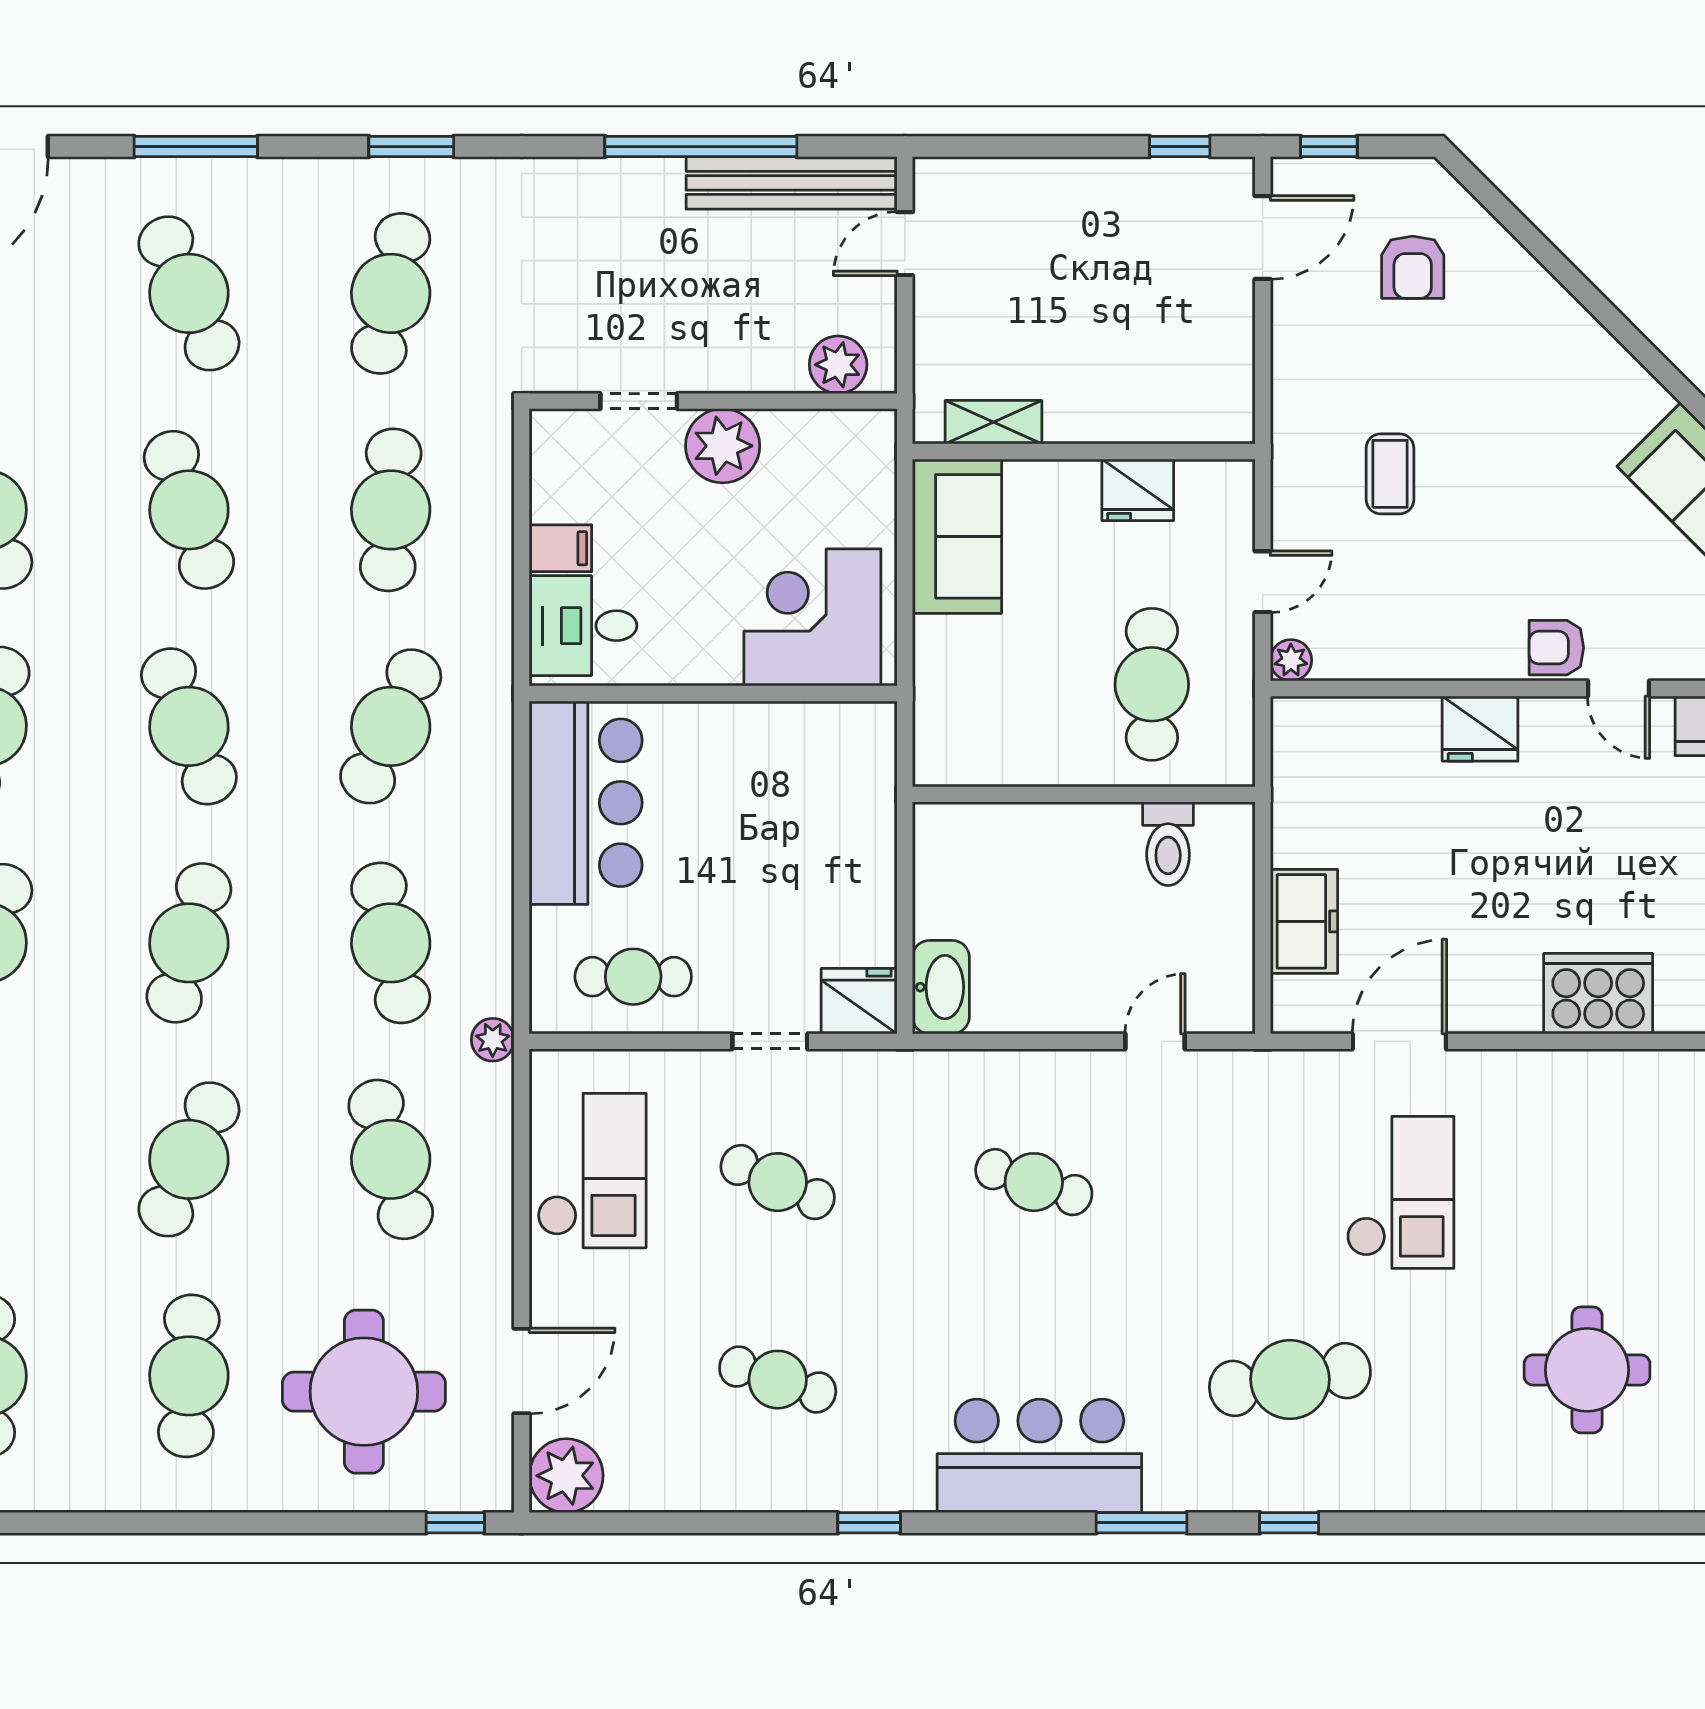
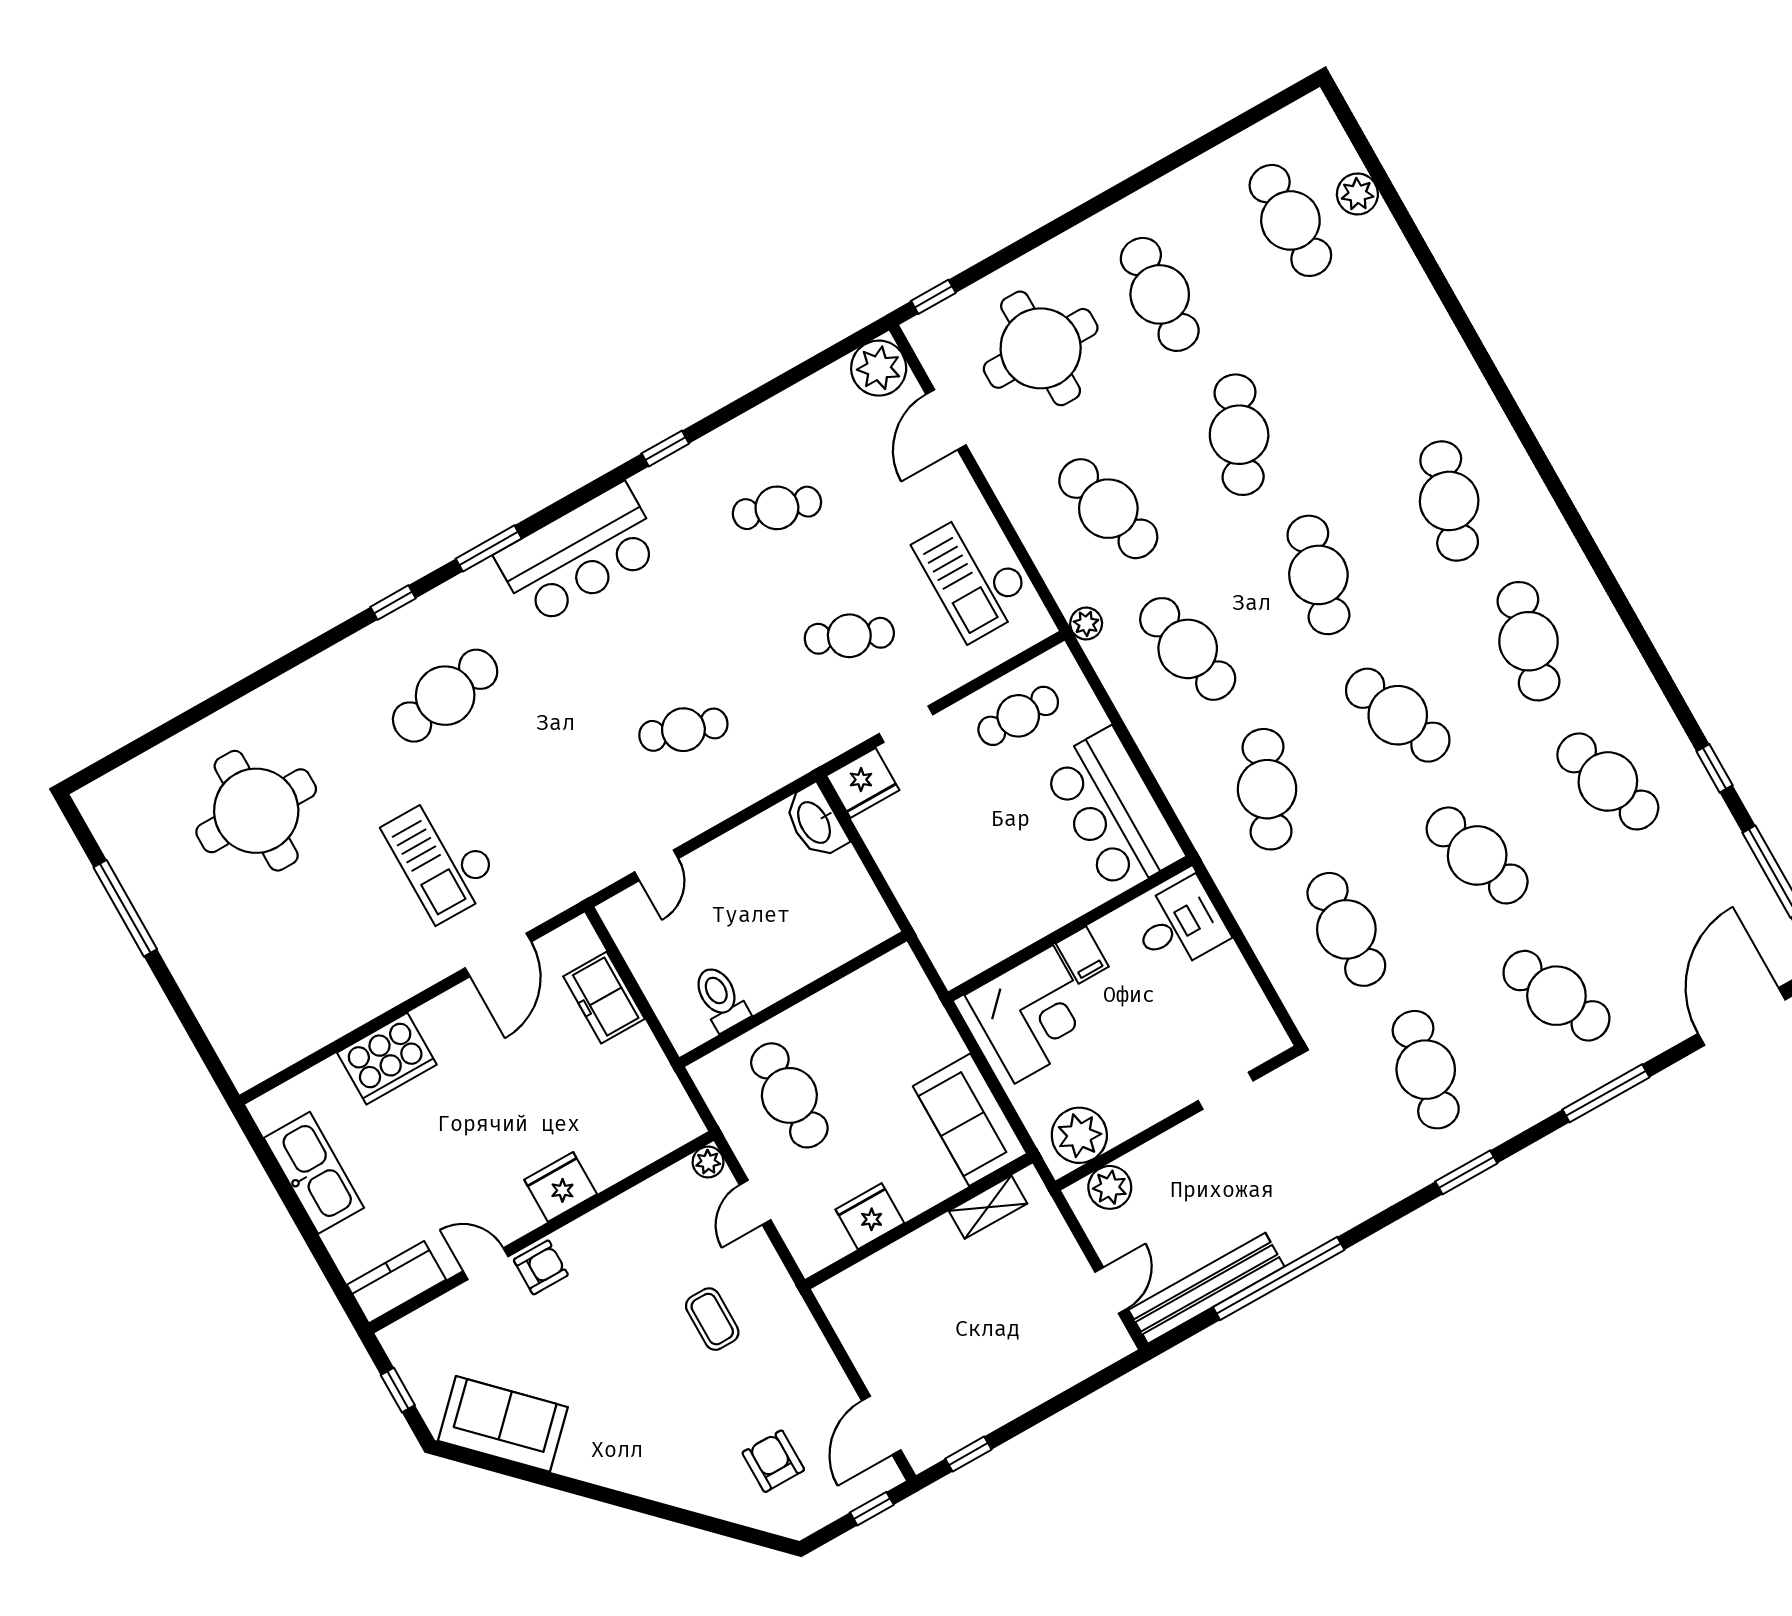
plant: (723, 446) -> (1079, 1135), moved
filing cabinet: (560, 548) -> (1082, 955), moved, turned -90
round table: (1587, 1370) -> (256, 811), width x1.36, depth x1.36

